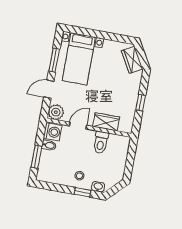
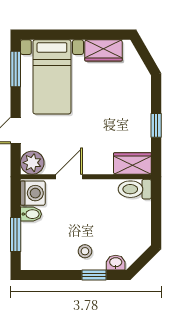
window: (54, 60) -> (16, 69), moved
wardrobe: (132, 60) -> (103, 50), moved, turned -60
wardrobe: (106, 122) -> (132, 163), moved
toilet: (101, 142) -> (135, 189), moved, turned 90

